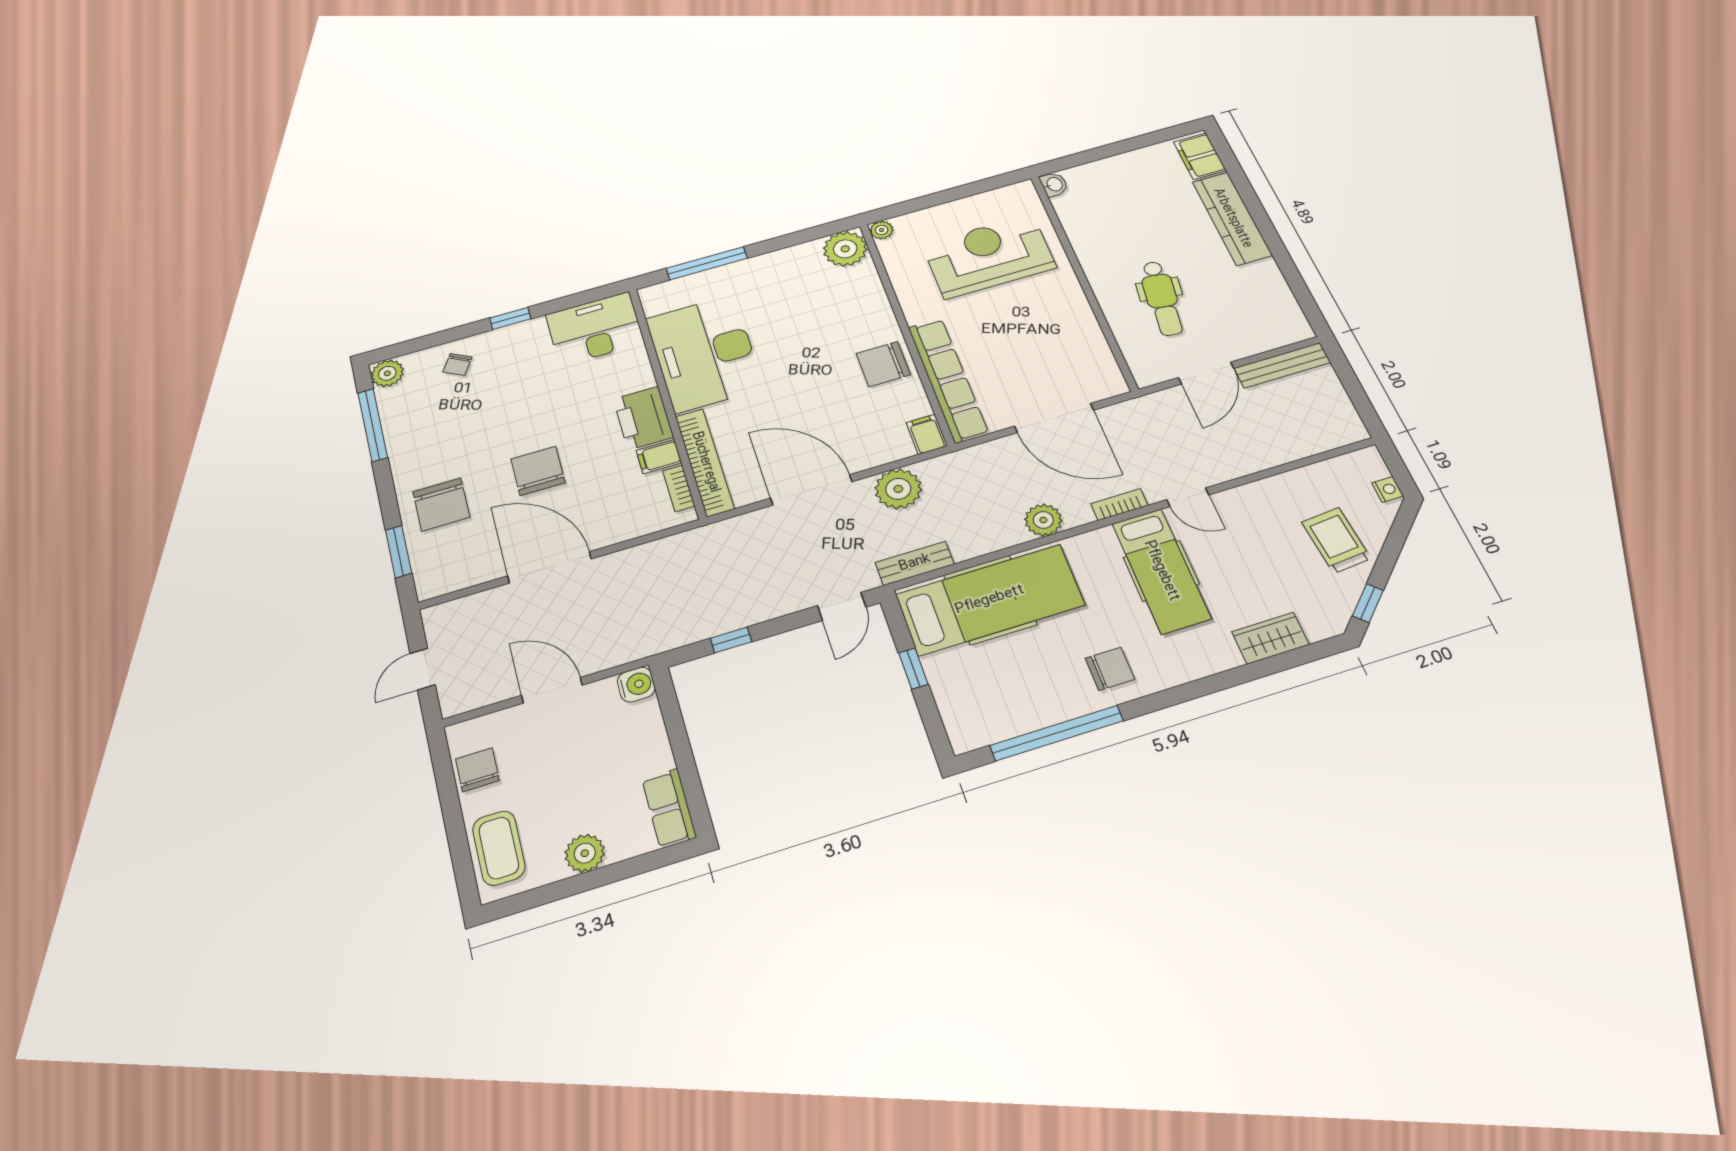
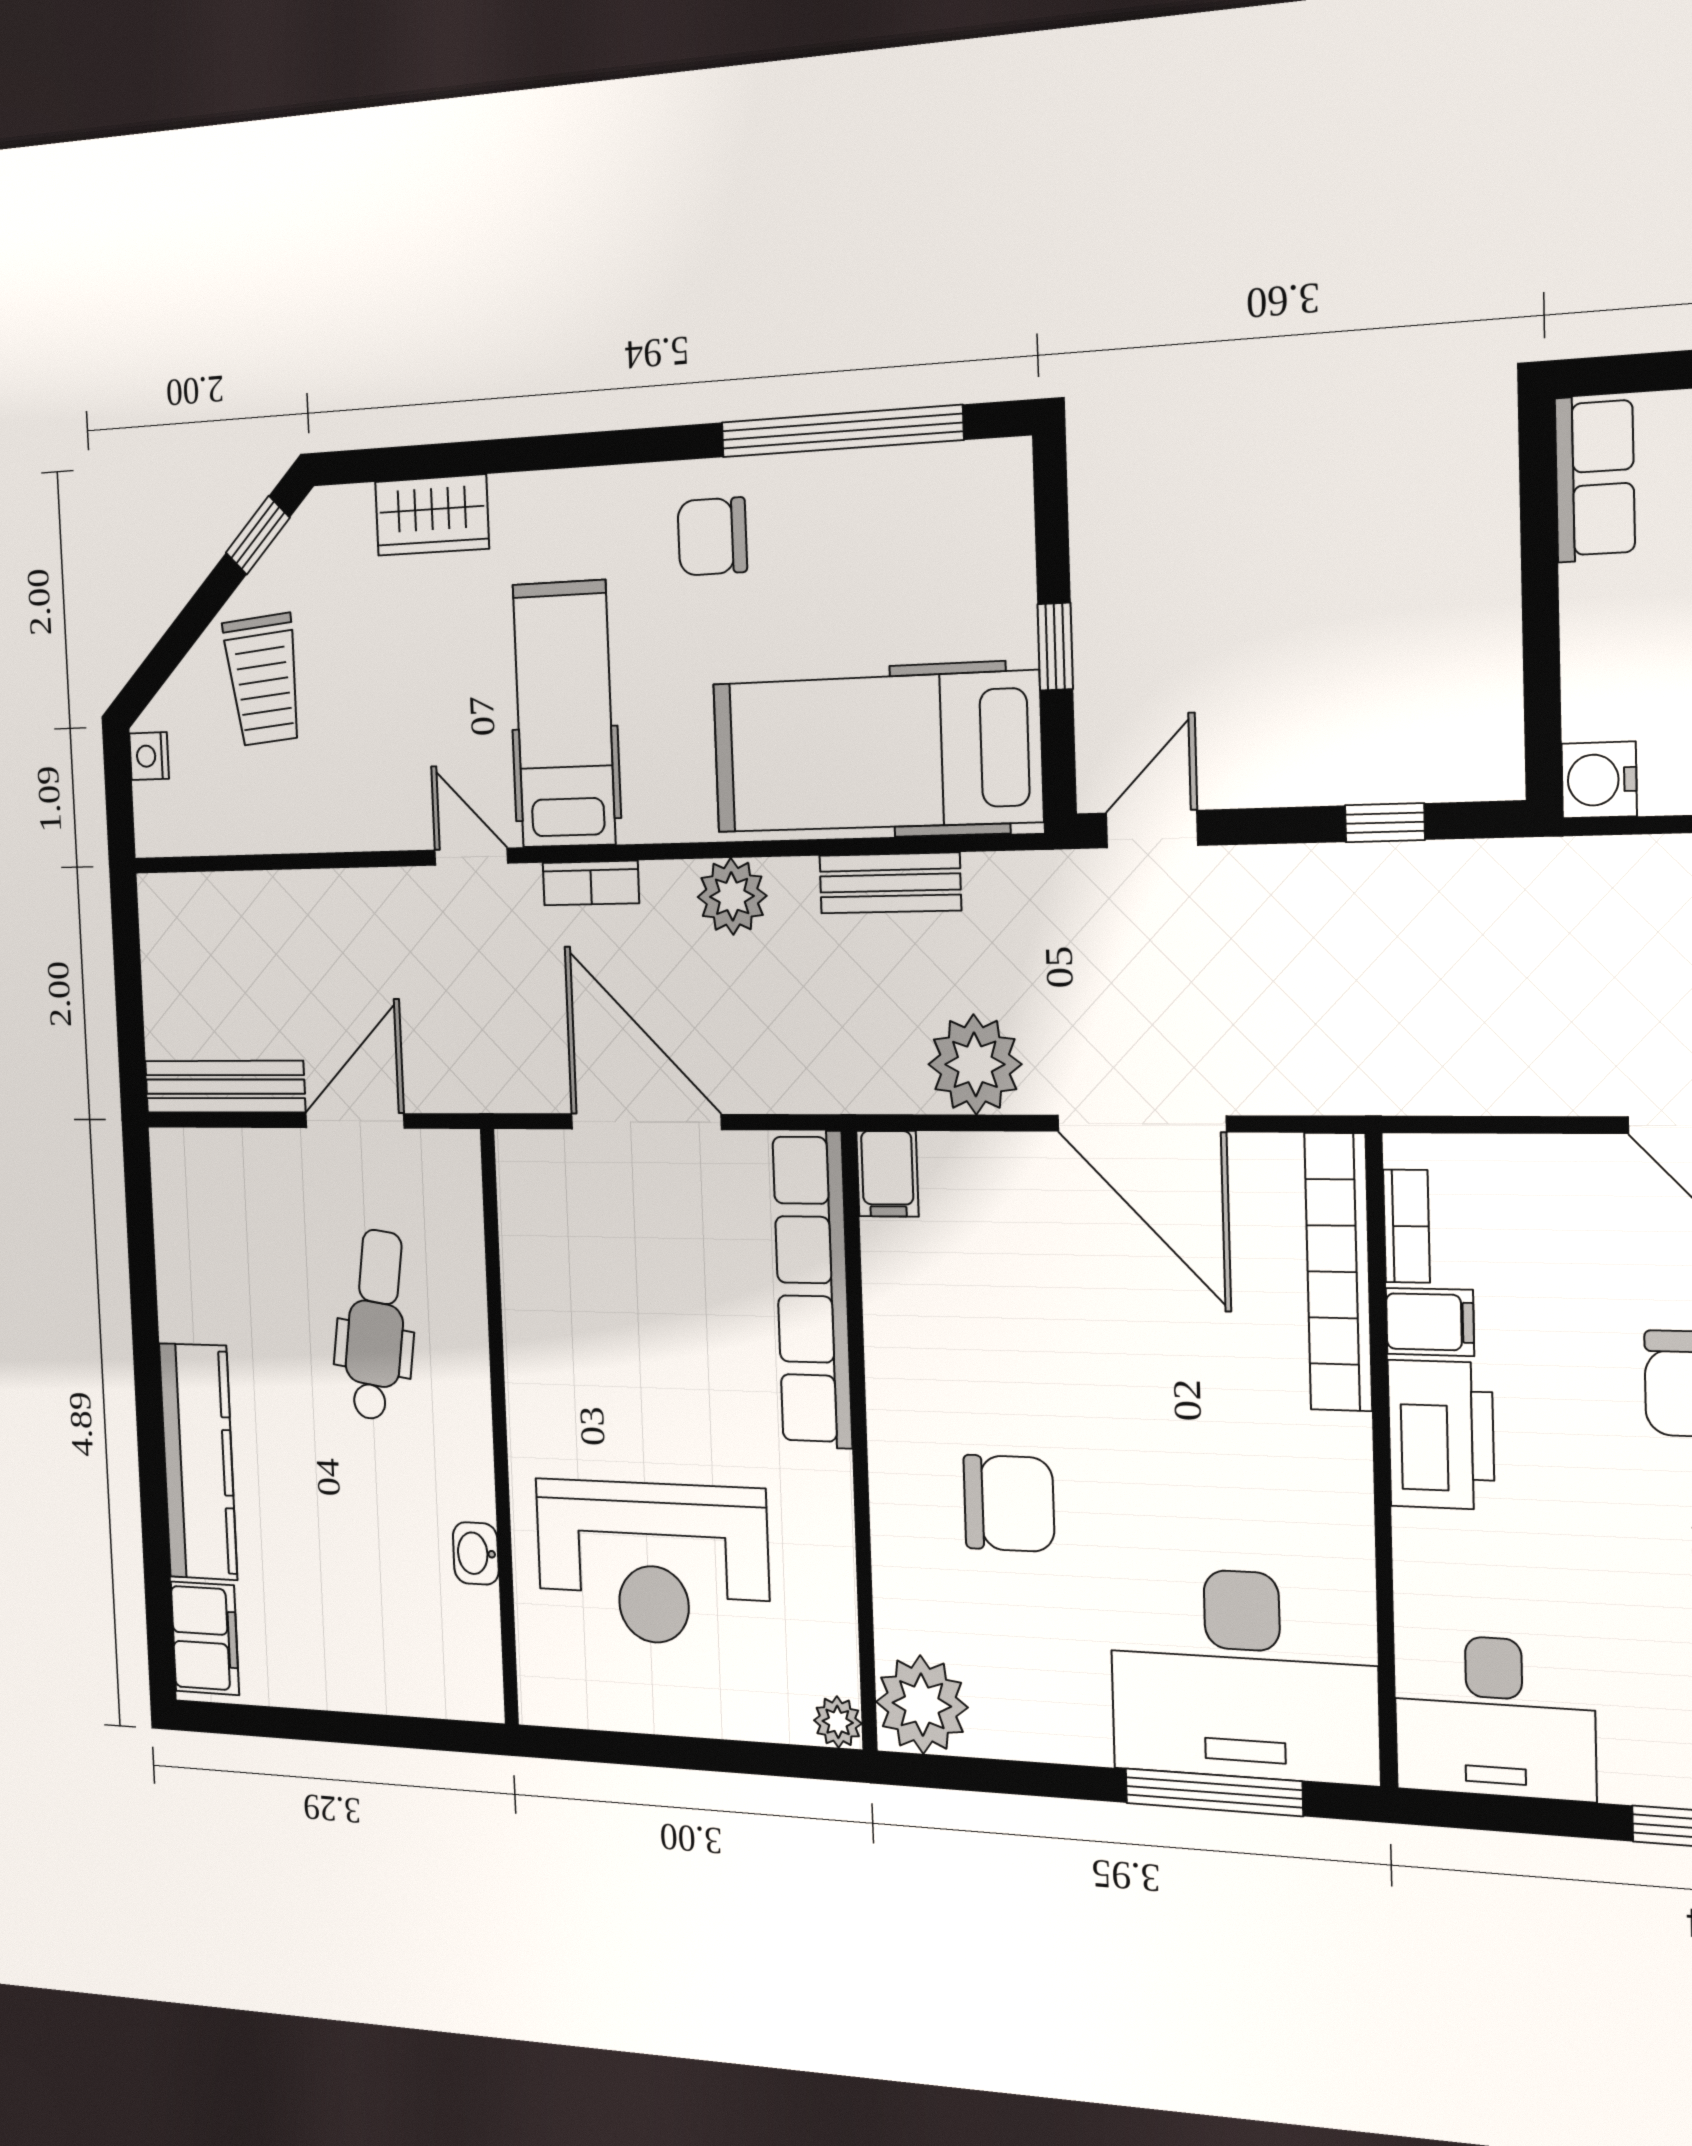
washbasin: (1054, 184) -> (476, 1553), moved
desk: (705, 353) -> (1243, 1675), moved, turned 90
chair: (883, 364) -> (1009, 1503), moved
bench: (915, 563) -> (890, 883), moved

